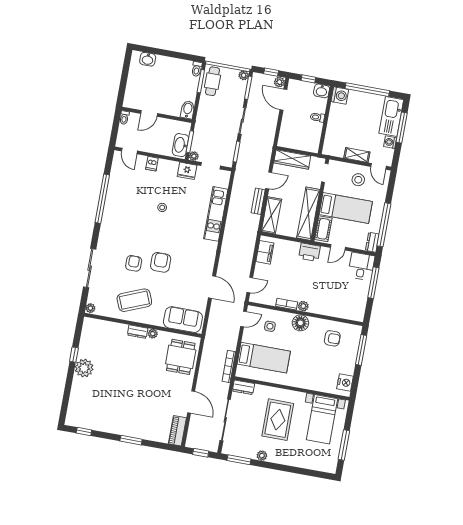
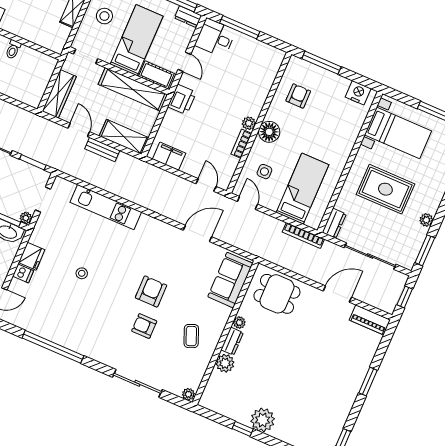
fridge: (187, 171) -> (32, 256), moved
armchair: (161, 262) -> (151, 291), turned 90
coffee table: (134, 300) -> (191, 336), width x0.54, depth x0.58
plant: (120, 330) -> (225, 363), added

